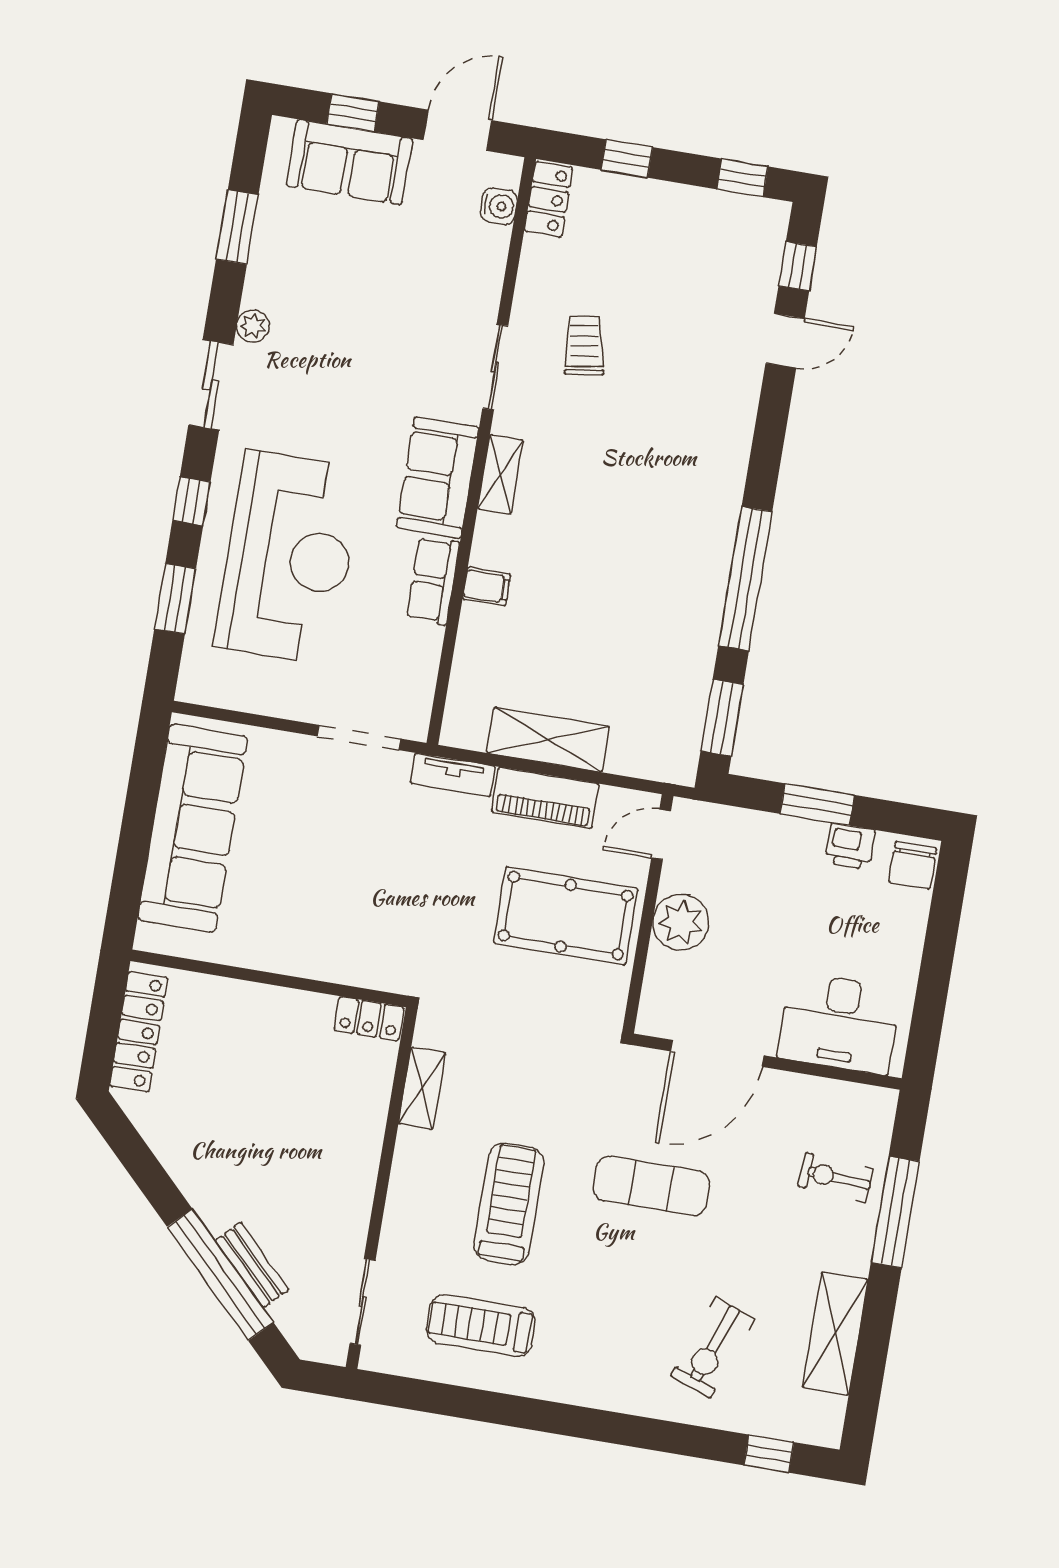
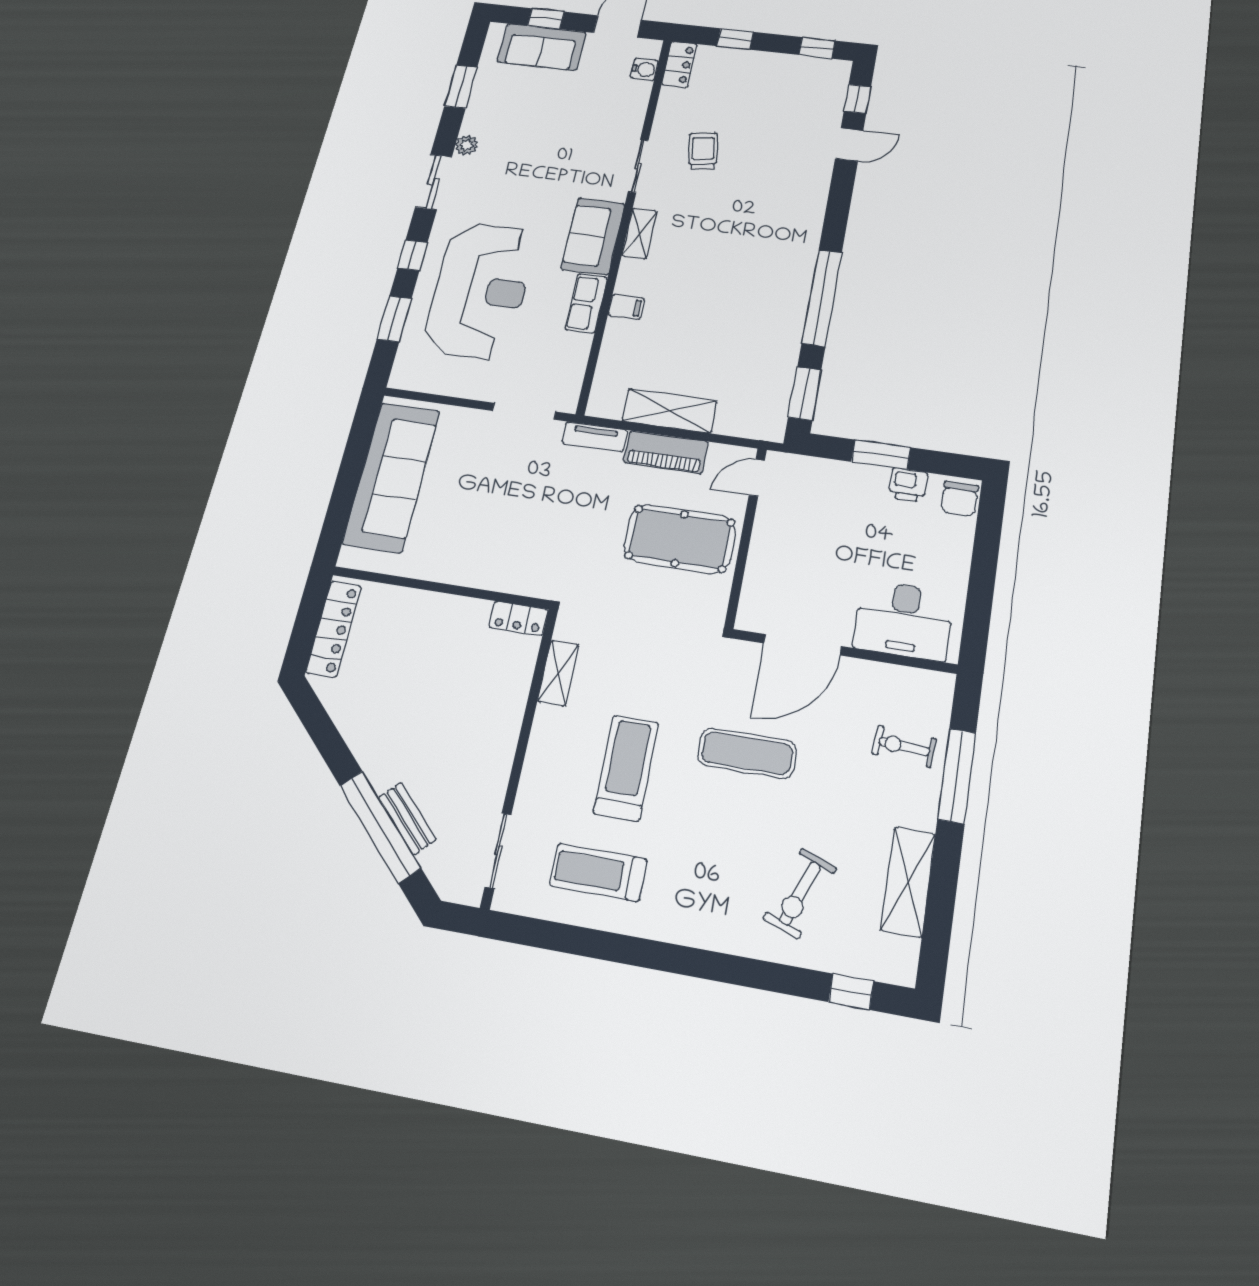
plant: (681, 922) -> (772, 543), removed

